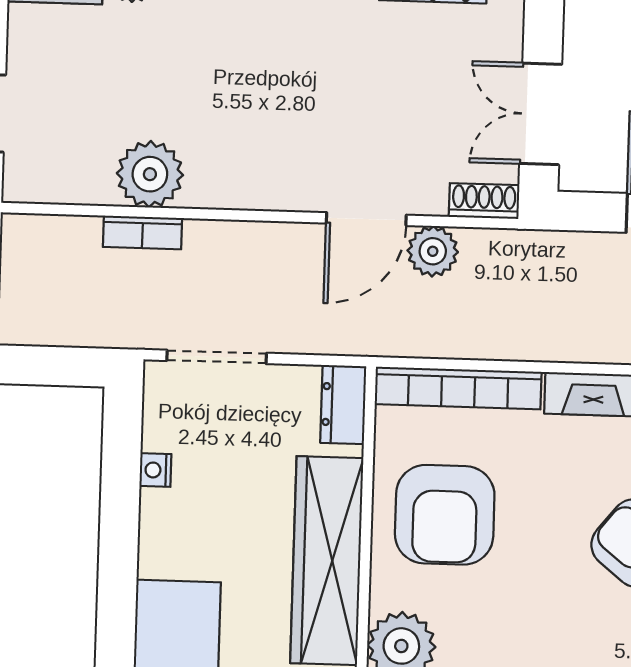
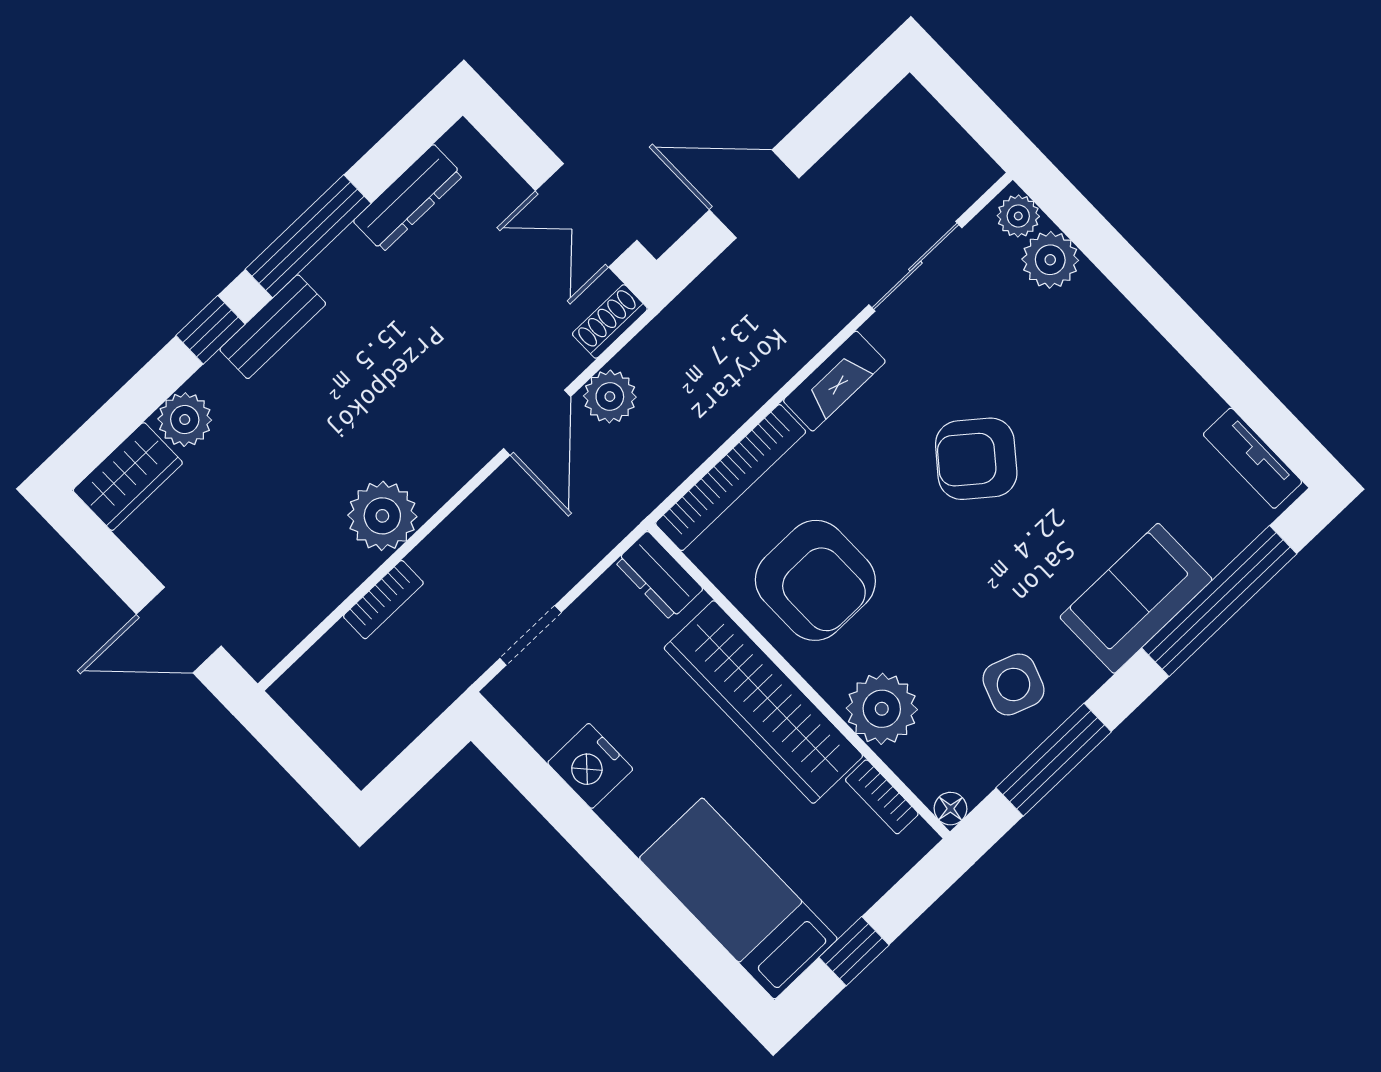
plant: (150, 174) -> (382, 516), moved
doorway: (217, 357) -> (531, 635), width x0.73
nightstand: (155, 470) -> (590, 766), width x1.89, depth x1.79

